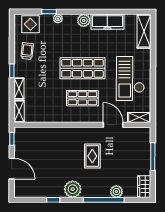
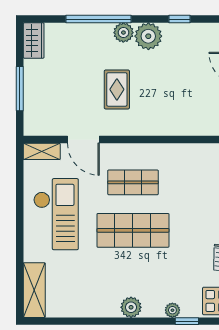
freezer: (107, 22) -> (93, 305), removed
plant: (116, 192) -> (123, 33), moved

